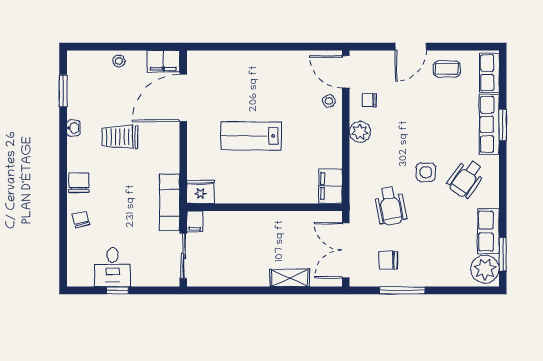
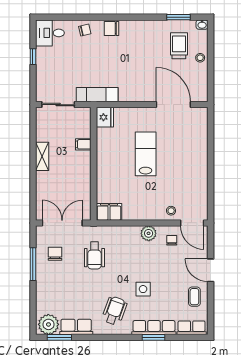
filing cabinet: (163, 61) -> (200, 90), removed
door: (346, 72) -> (192, 223), swing flipped
washbasin: (73, 128) -> (202, 25), moved
trolley: (120, 137) -> (179, 46), moved
side table: (426, 172) -> (143, 289), moved
wheelchair: (466, 179) -> (114, 311), turned 74
chair: (79, 183) -> (111, 29), turned 180
wheelchair: (390, 206) -> (94, 255), turned -79
filing cabinet: (195, 221) -> (83, 144), moved
desk: (113, 267) -> (50, 33), moved
shelving: (290, 278) -> (42, 156), moved

